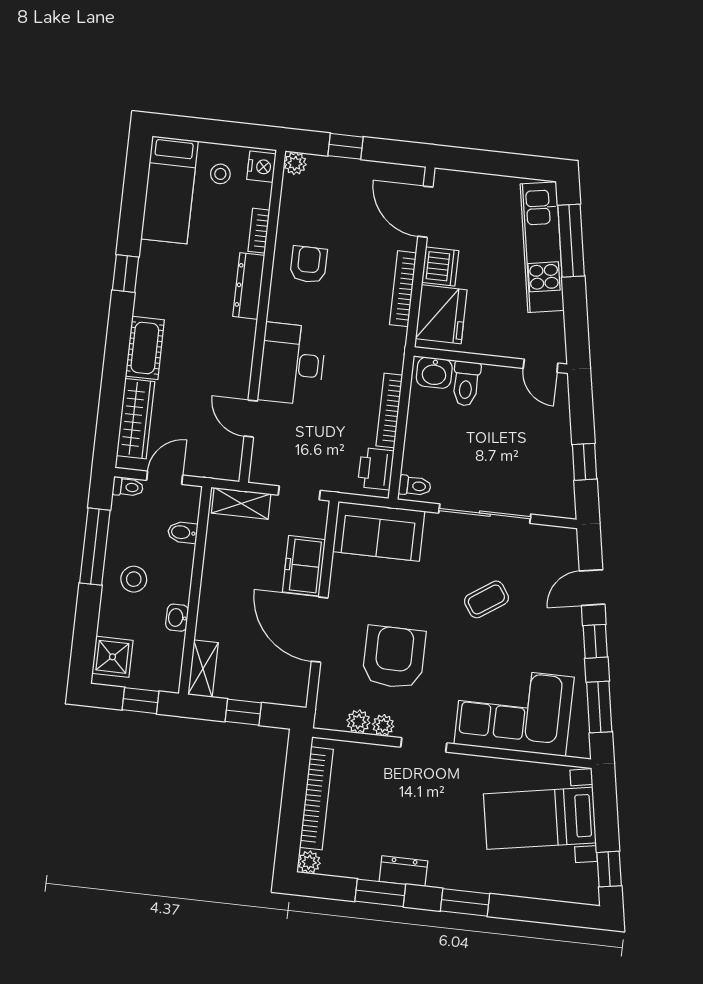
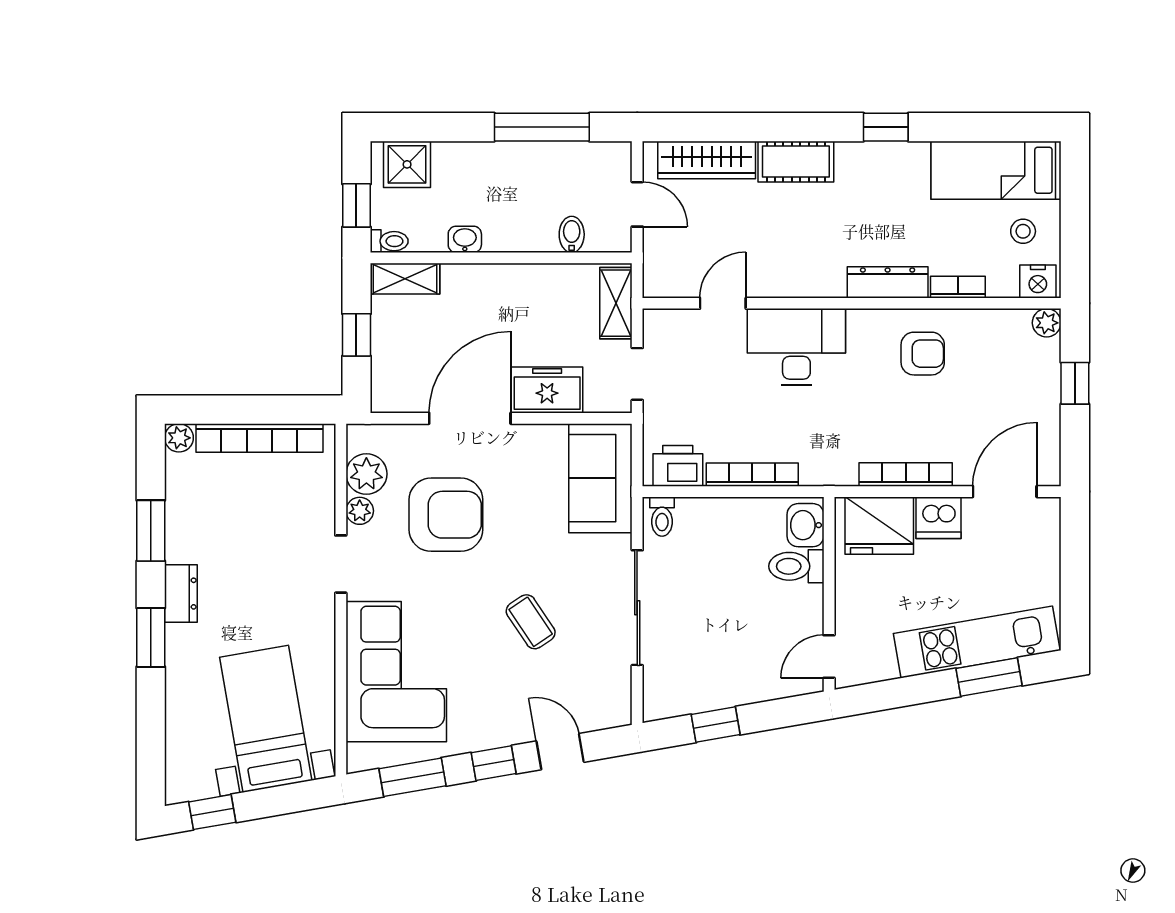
window: (571, 241) -> (989, 677), width x0.69
toilet: (128, 487) -> (389, 241), moved, turned -90
stool: (134, 579) -> (507, 180), removed
plant: (358, 722) -> (366, 474), width x1.38, depth x1.38
dresser: (403, 871) -> (181, 594), moved

